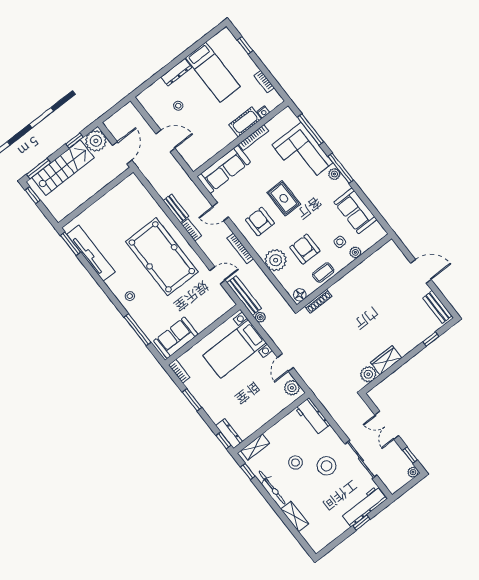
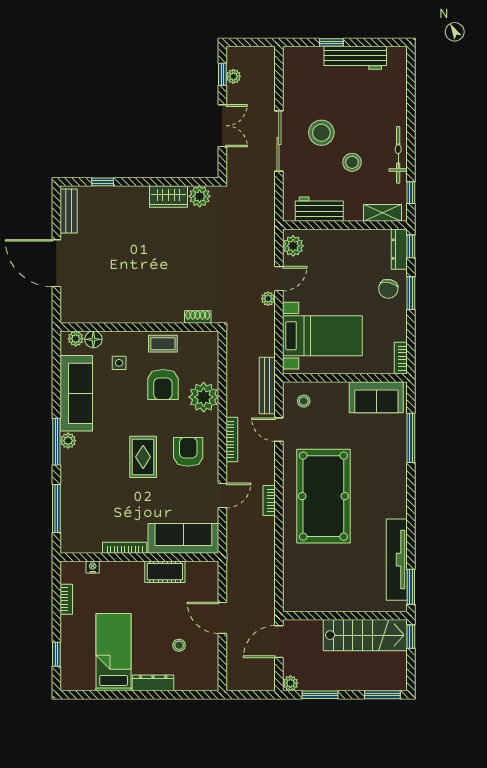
cot: (245, 122) -> (165, 572), moved
window: (74, 141) -> (320, 695), width x1.50
plant: (96, 141) -> (290, 683), width x0.53, depth x0.53
corner sofa: (302, 154) -> (86, 489), removed
stairs: (63, 168) -> (365, 635), moved, turned 180
window: (33, 195) -> (411, 637), moved
bench: (176, 208) -> (268, 536), removed
sofa: (355, 211) -> (76, 393), width x1.36
door: (221, 212) -> (222, 495), hinge flipped
armchair: (260, 222) -> (188, 452), turned 180
plant: (355, 252) -> (76, 339), moved
door: (421, 271) -> (56, 263), width x1.36
floor lamp: (300, 295) -> (93, 339), moved
stool: (130, 296) -> (304, 401), moved
shoe rack: (318, 301) -> (198, 317), width x0.70
plant: (260, 317) -> (268, 299), moved
window: (192, 400) -> (411, 293), moved
chair: (218, 406) -> (388, 289), added
workbench: (313, 416) -> (319, 209), moved, turned -90
sliding door: (361, 460) -> (279, 141), moved
plant: (413, 472) -> (233, 76), moved
workbench: (364, 506) -> (355, 58), moved
shelving: (295, 516) -> (398, 105), removed

